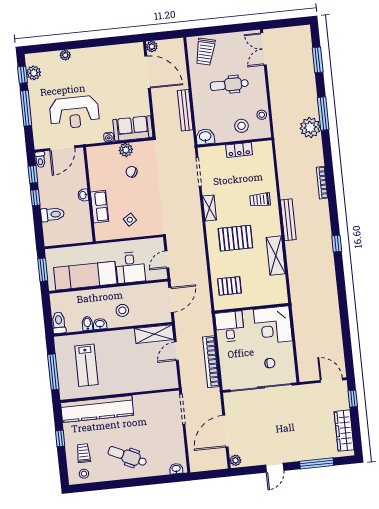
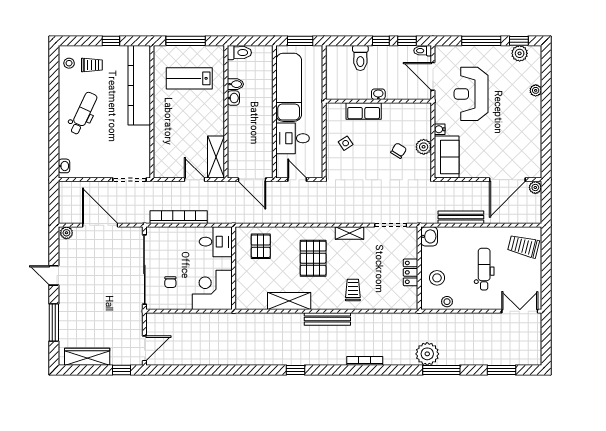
stool: (122, 310) -> (246, 124), removed

